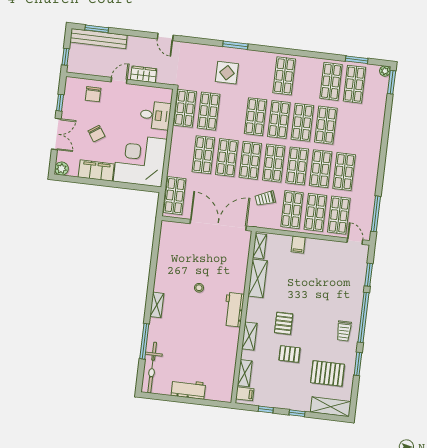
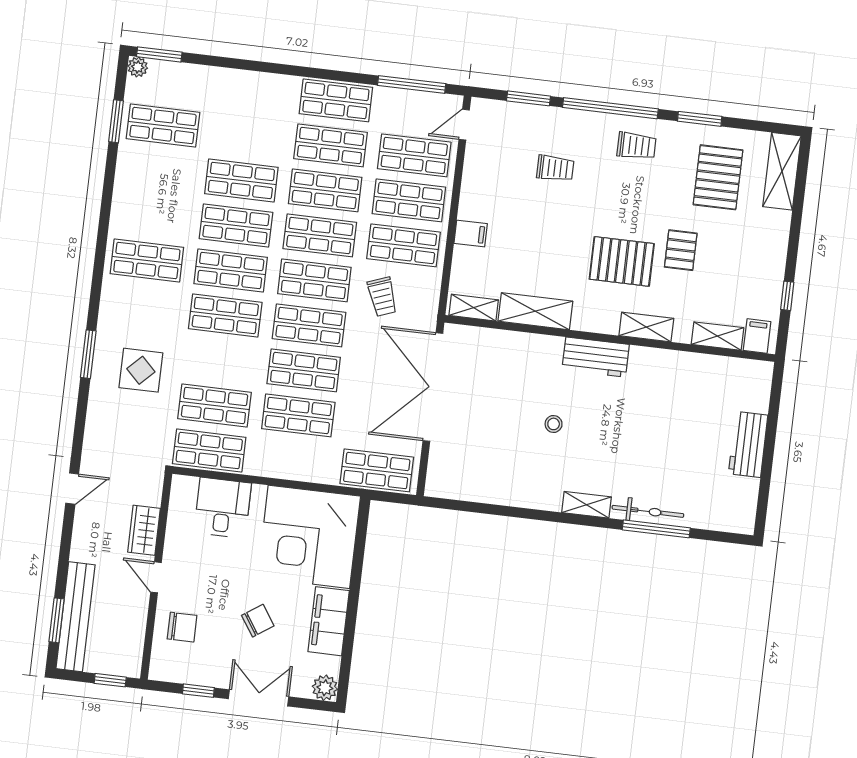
shop shelf: (331, 81) -> (336, 100), moved
trolley: (332, 289) -> (555, 168), added
pallet: (284, 323) -> (622, 261), width x1.50, depth x1.42
bicycle: (152, 368) -> (648, 511), moved, width x0.73, depth x0.71
window: (297, 413) -> (794, 236), removed

